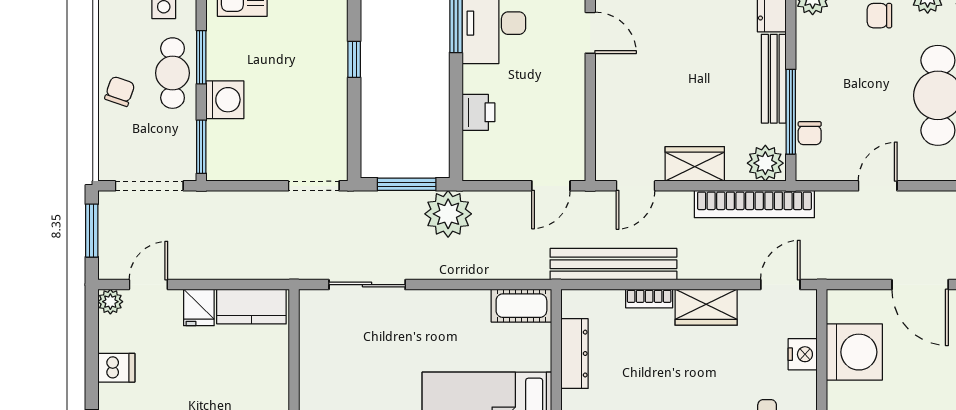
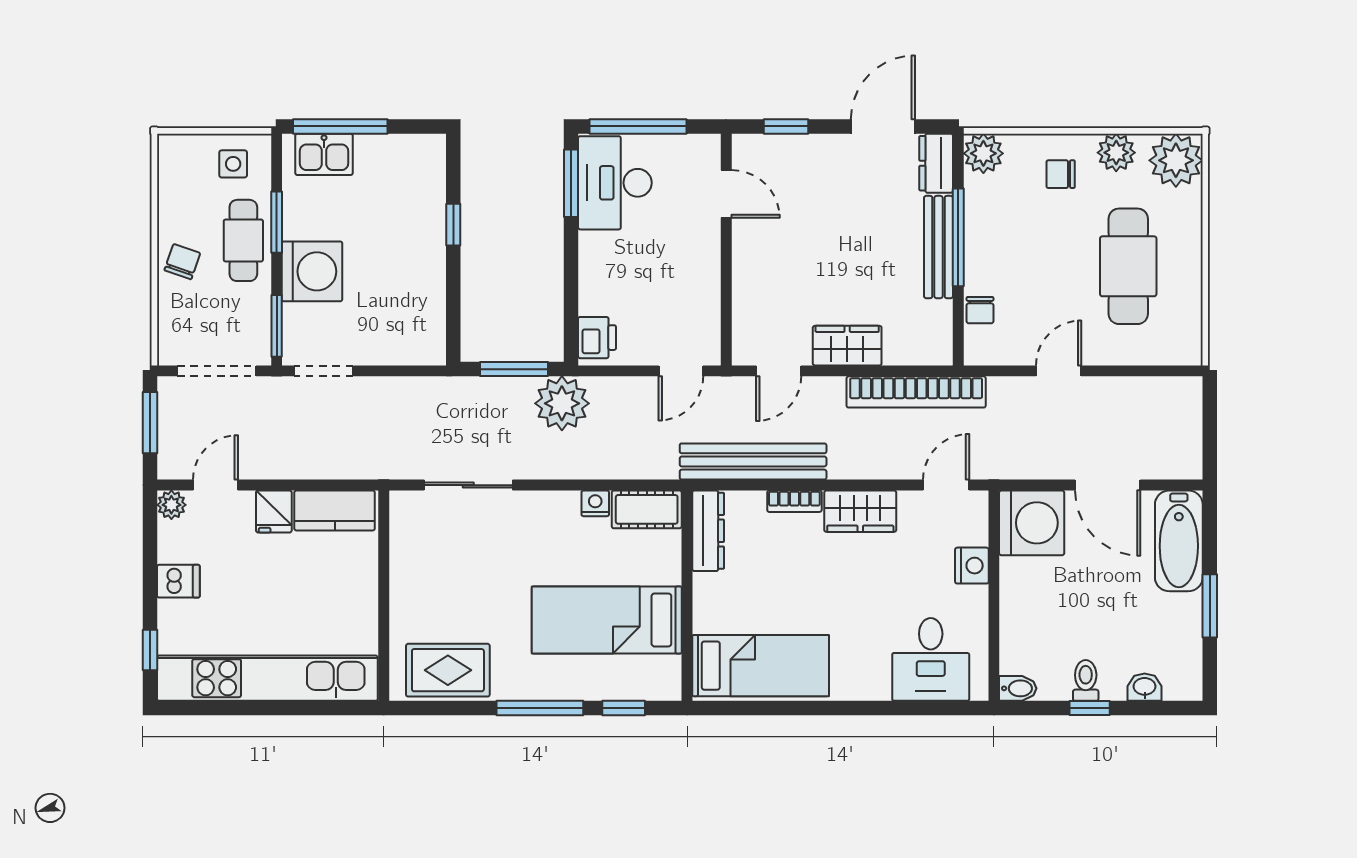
washing machine: (225, 100) -> (312, 271), width x1.37, depth x1.37
printer: (478, 112) -> (597, 338), moved
window: (791, 112) -> (958, 237), moved
plant: (765, 163) -> (929, 345), removed
doorway: (314, 186) -> (324, 371), moved
nightstand: (477, 300) -> (595, 503), added
washing machine: (854, 352) -> (1032, 523), moved
dresser: (575, 354) -> (708, 531), moved

